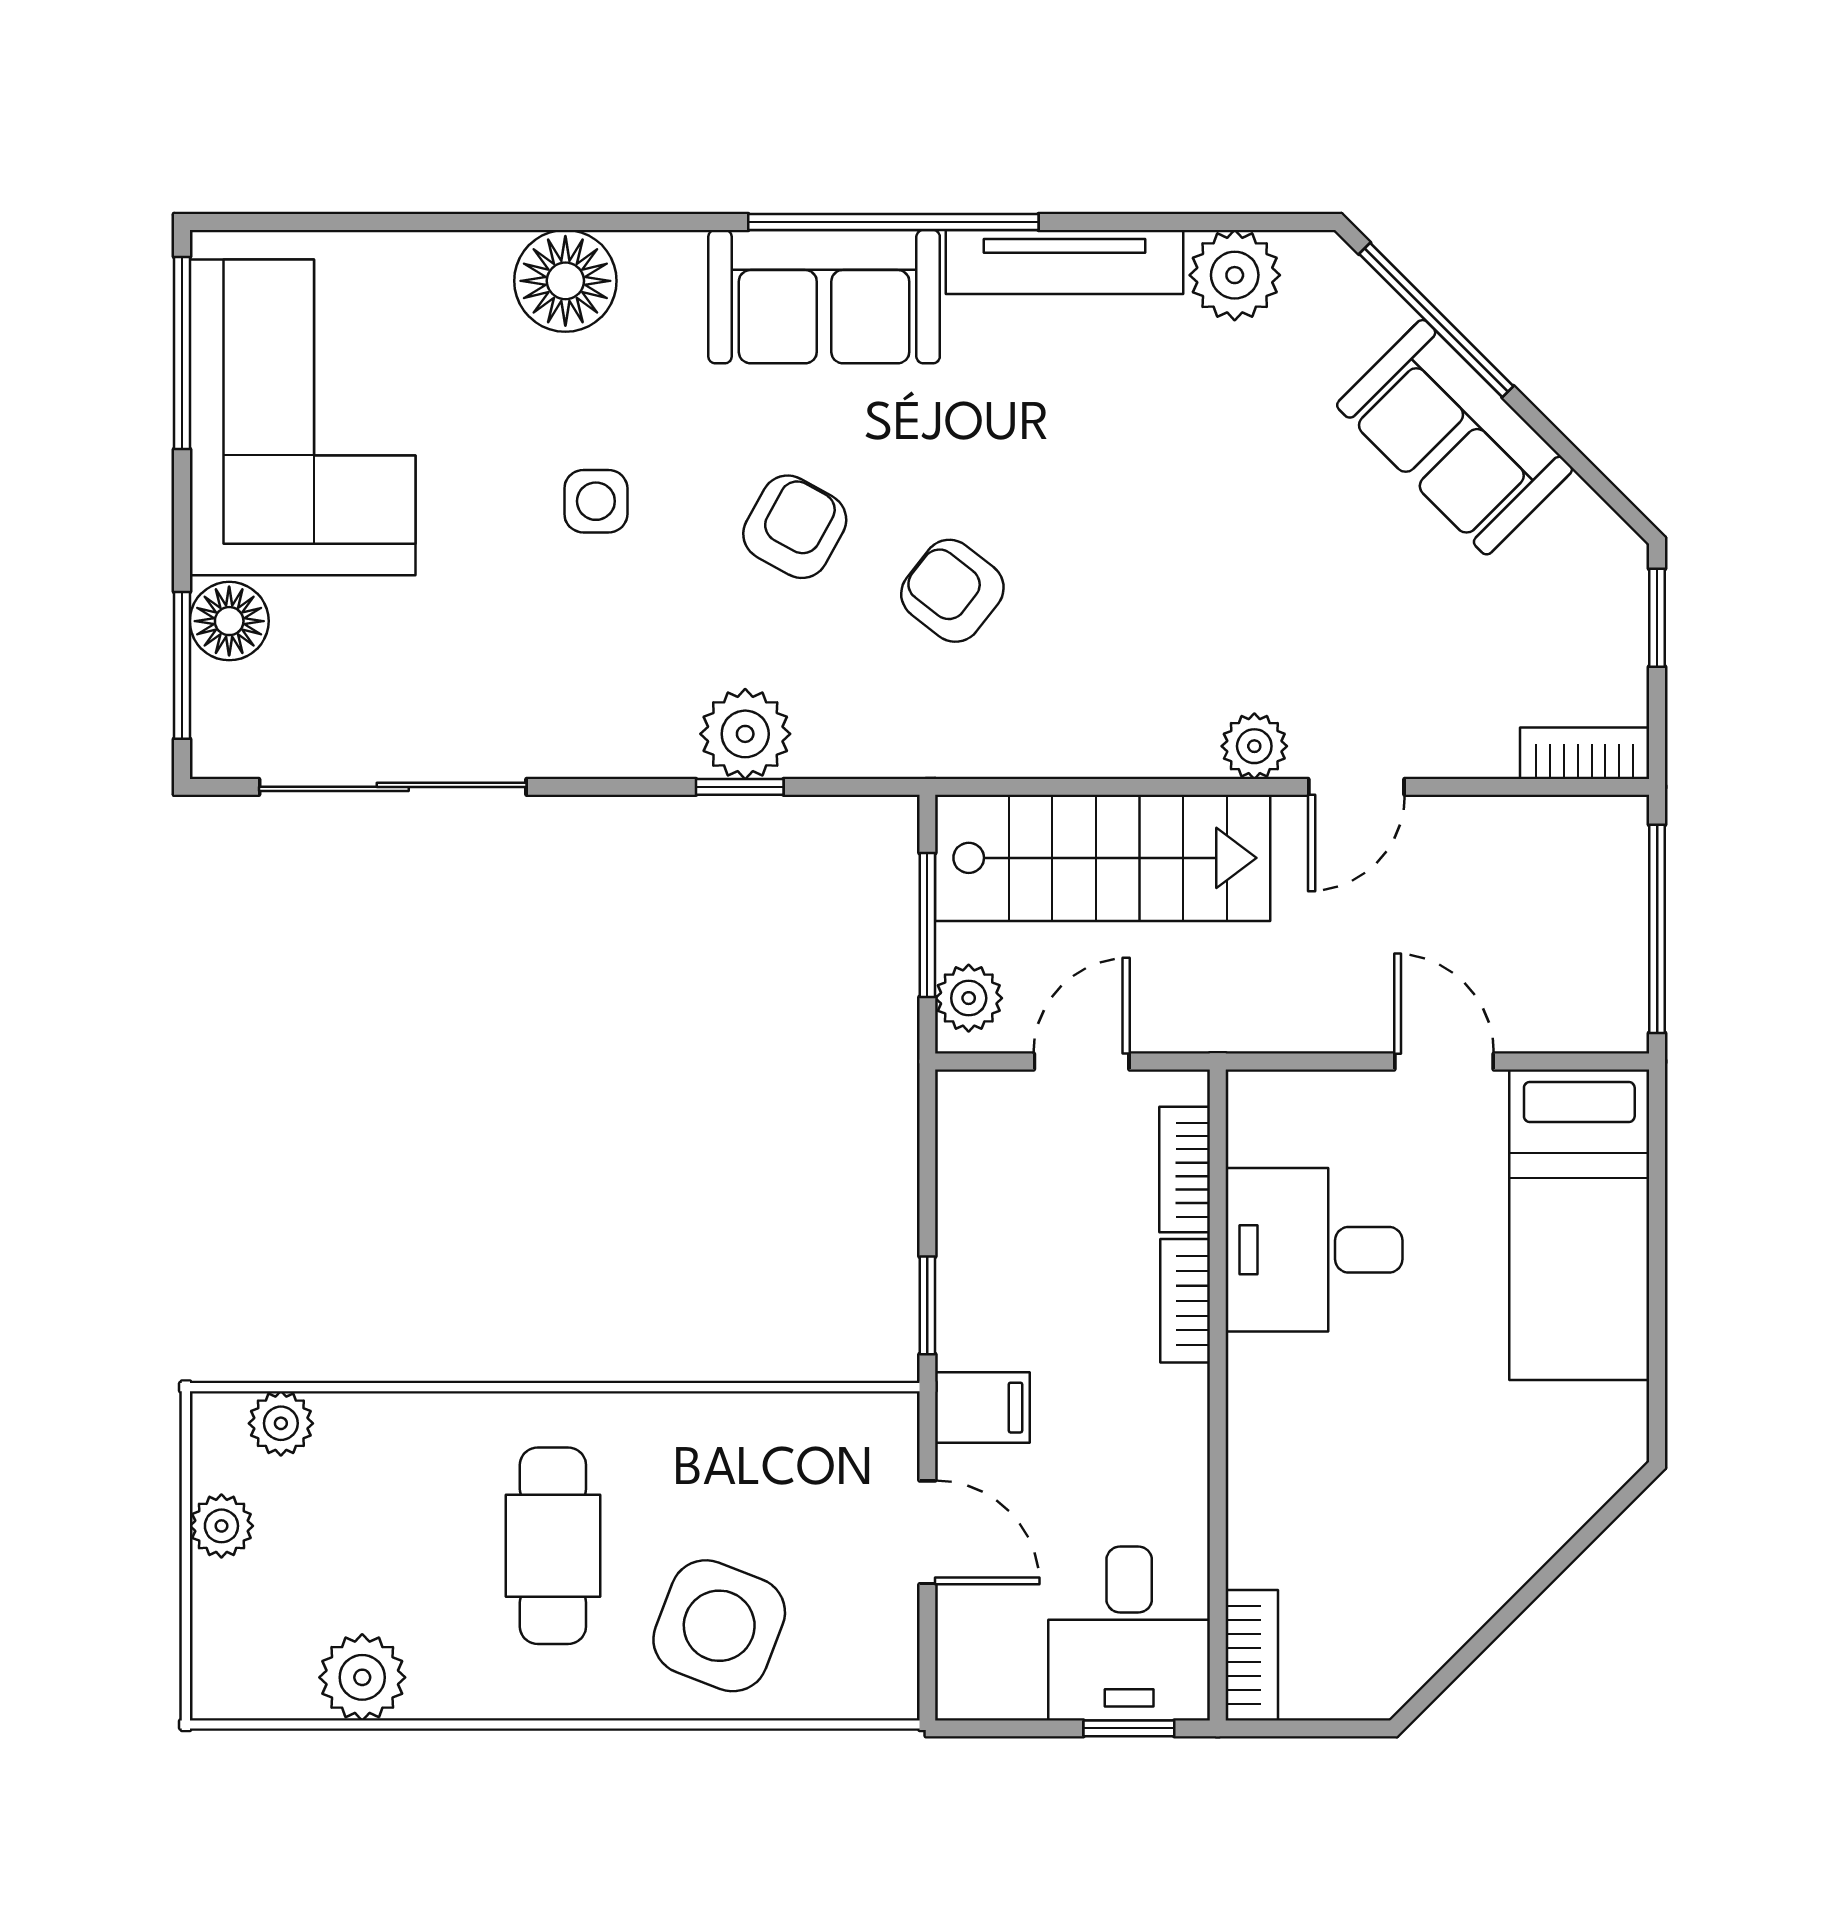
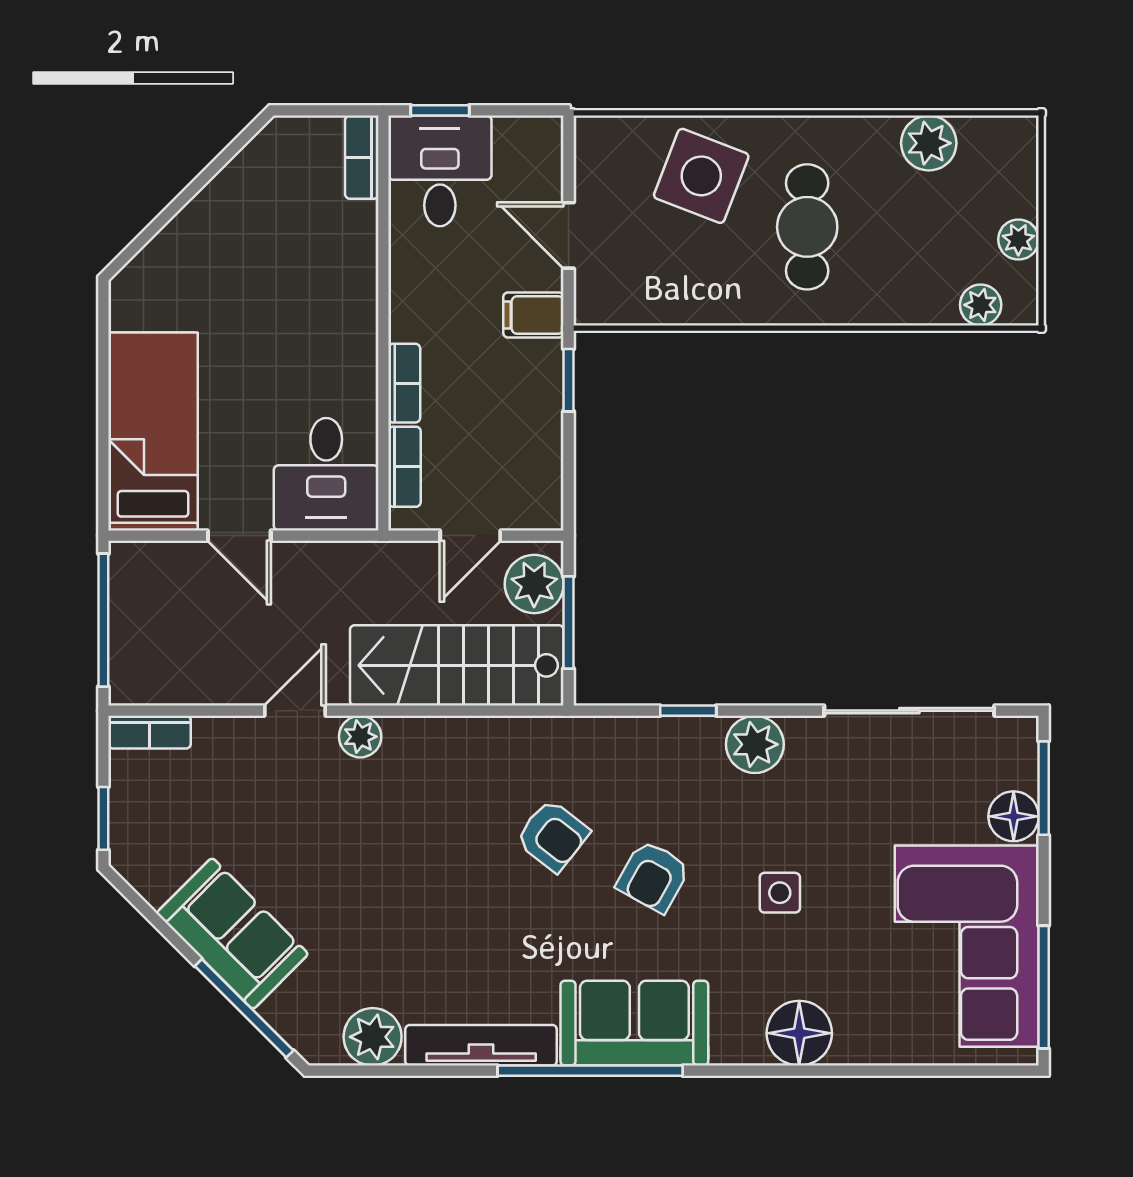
plant: (745, 734) -> (755, 744), moved
plant: (969, 998) -> (534, 584), width x1.38, depth x1.38
desk: (1314, 1250) -> (326, 474), moved, turned 90

